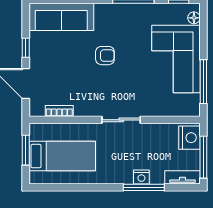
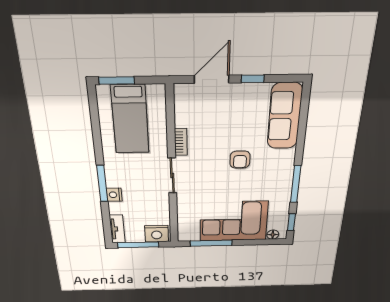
bookcase: (59, 111) -> (181, 142), moved
window: (26, 150) -> (117, 81), moved
window: (144, 187) -> (102, 184), moved

